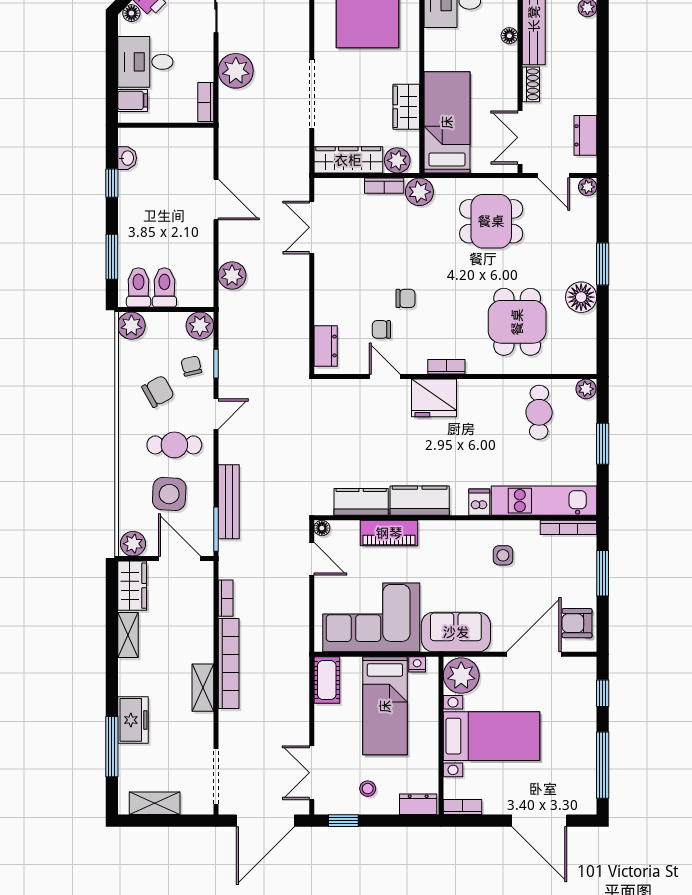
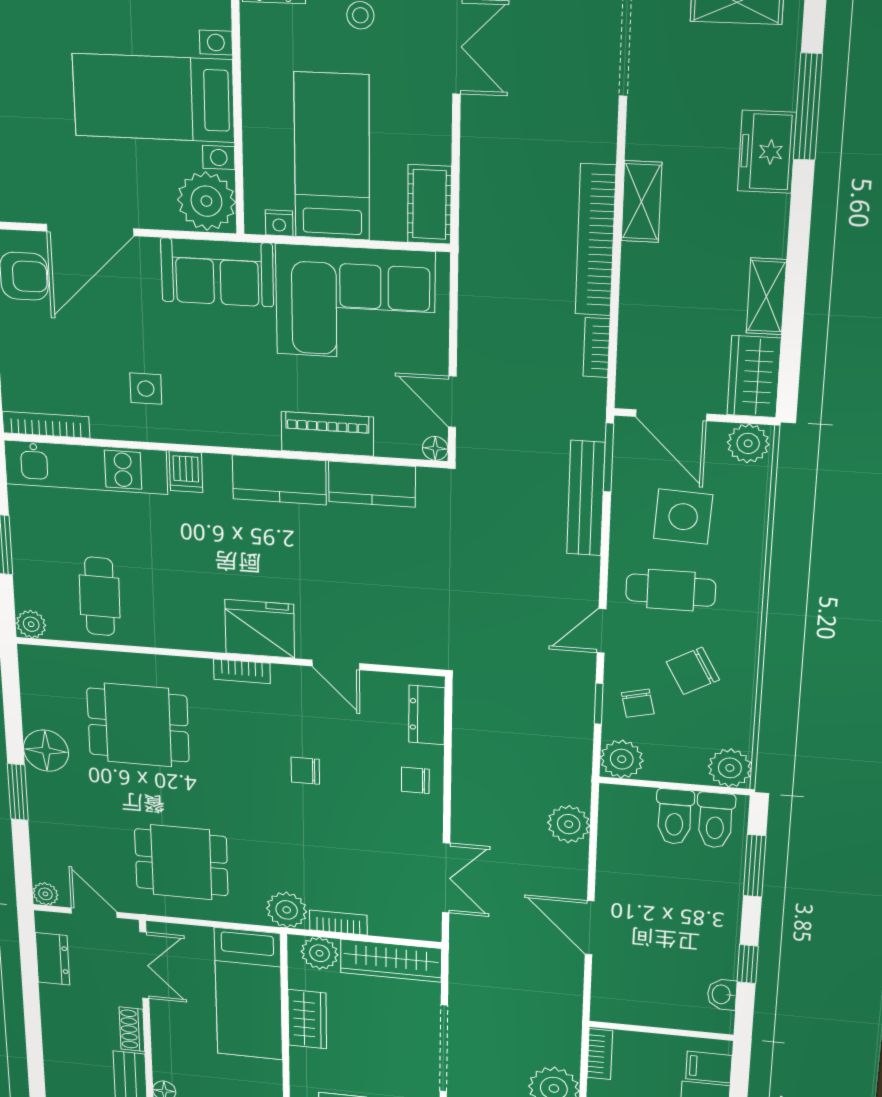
dining table: (517, 322) -> (138, 725), turned 90
chair: (381, 329) -> (415, 780), moved, turned 180

